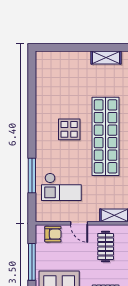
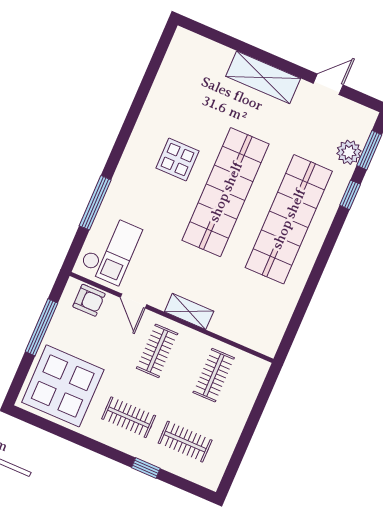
shelving: (106, 58) -> (263, 77), width x1.50, depth x1.33
checkout: (61, 187) -> (111, 249), moved, turned -90

